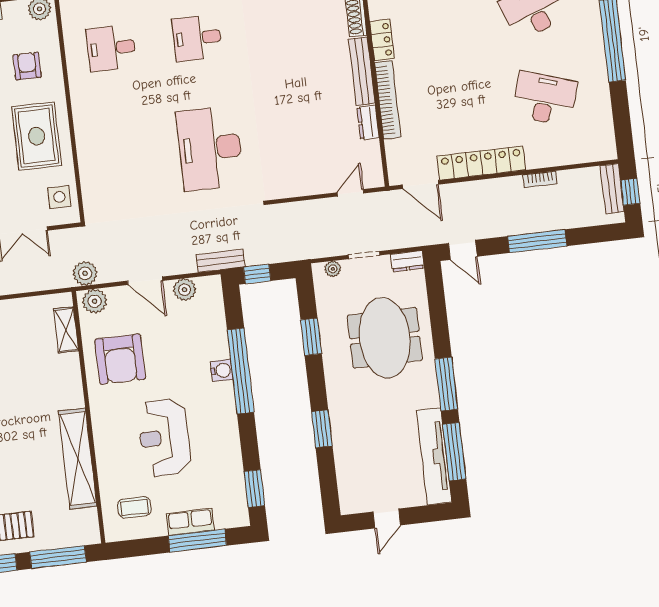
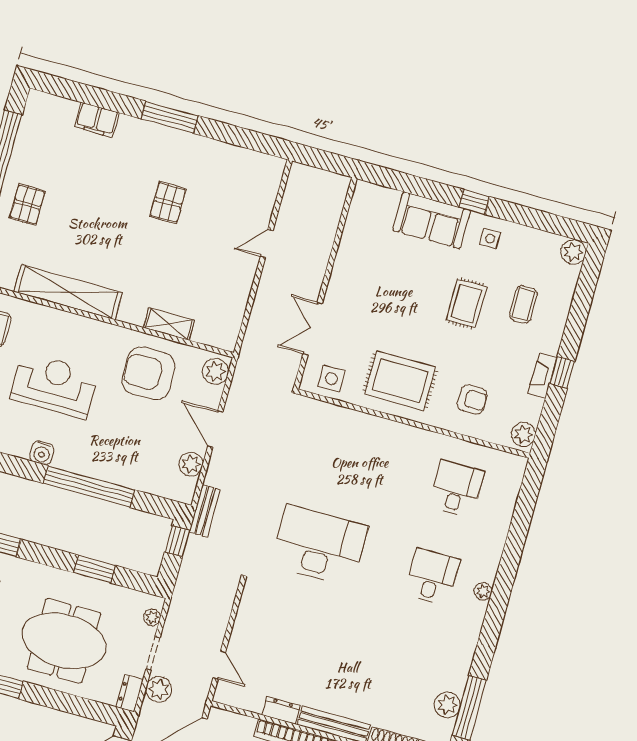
plant: (85, 273) -> (159, 689), moved
door: (145, 281) -> (215, 429), hinge flipped
shelving: (66, 330) -> (169, 324), moved
water cooler: (222, 370) -> (42, 453), moved

